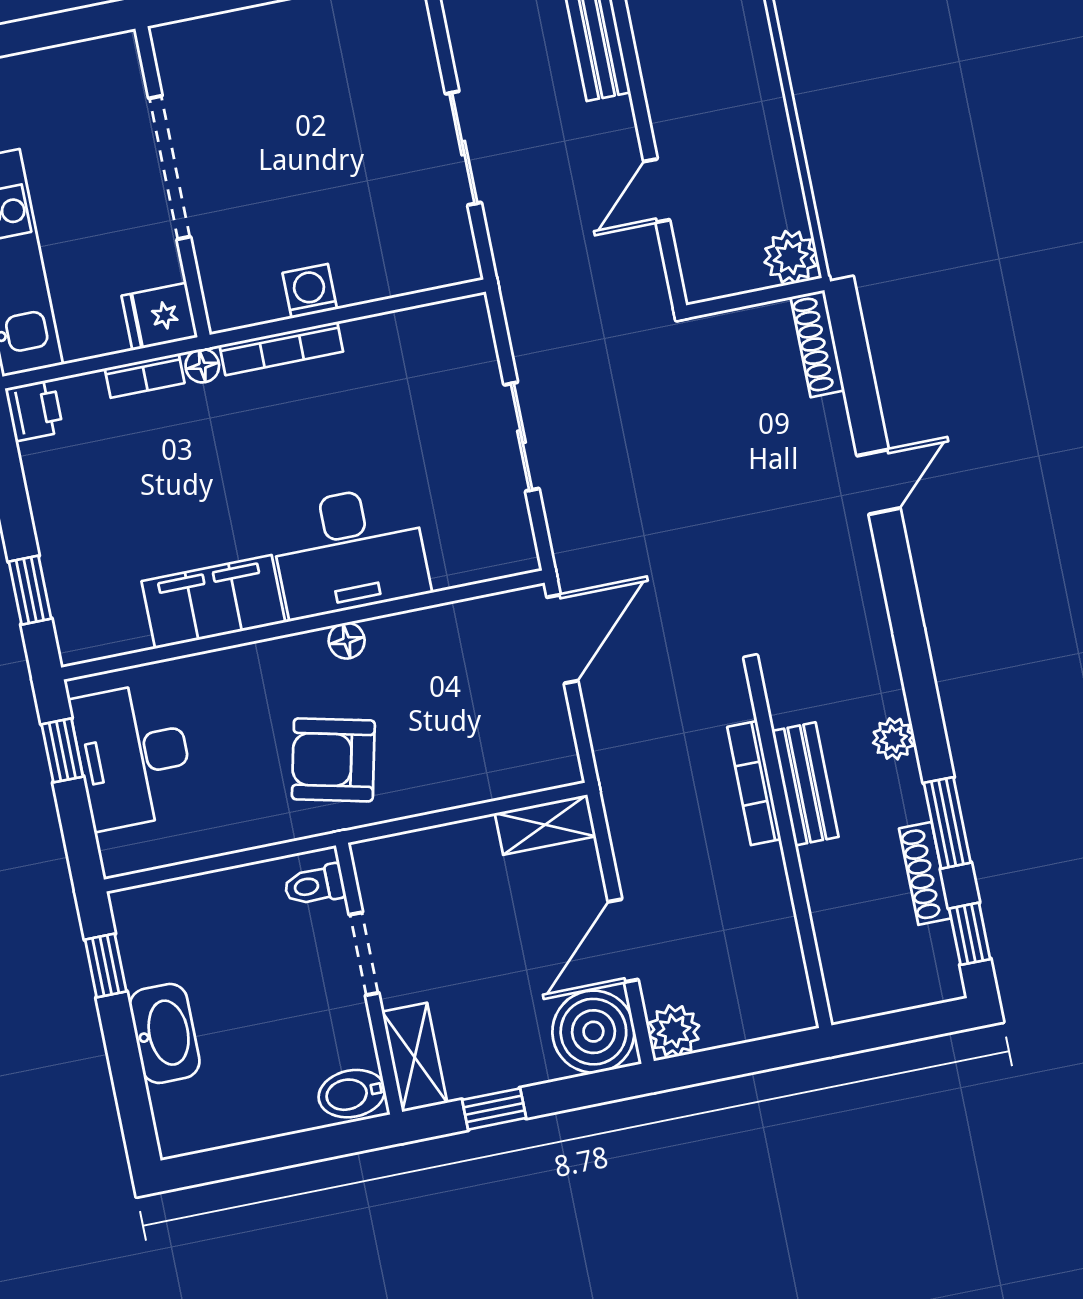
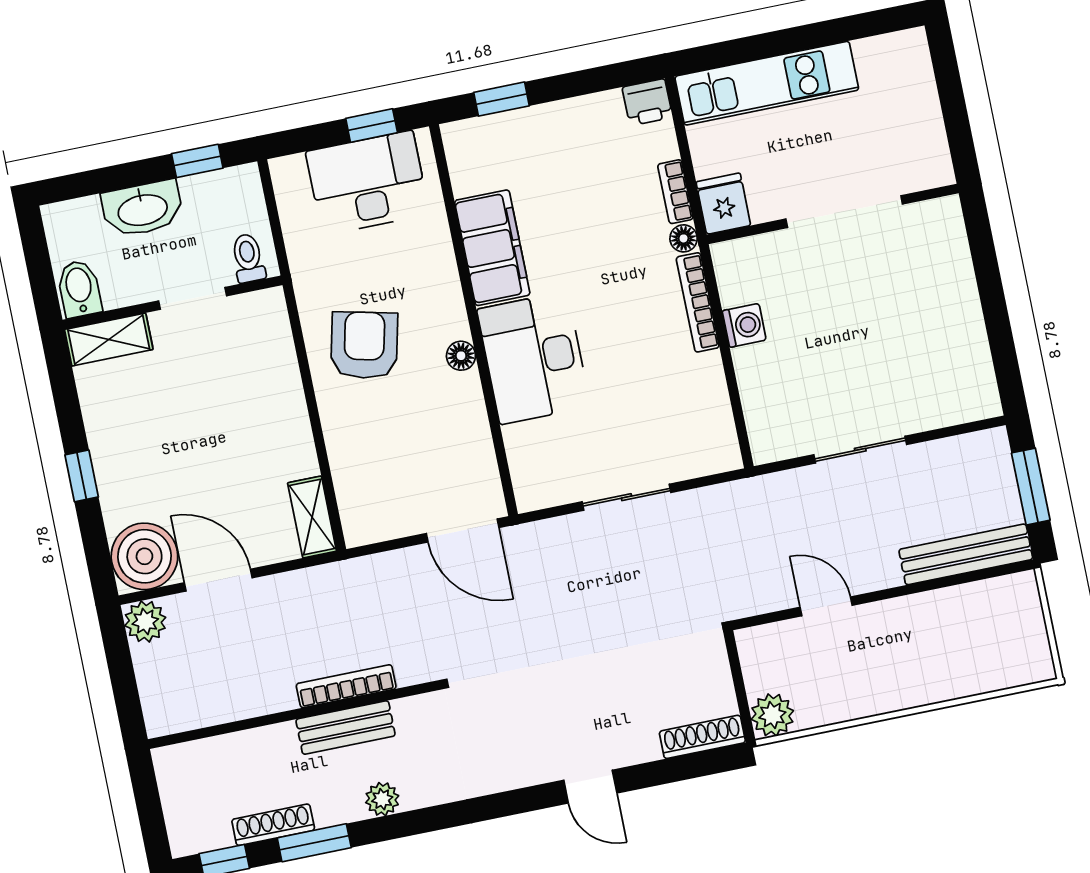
toilet: (314, 885) -> (248, 258), moved
doorway: (364, 954) -> (193, 298), moved
wall: (369, 979) -> (172, 302), moved
shelving: (415, 1057) -> (109, 339), moved
bidet: (352, 1094) -> (79, 289), moved

